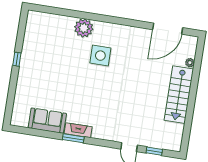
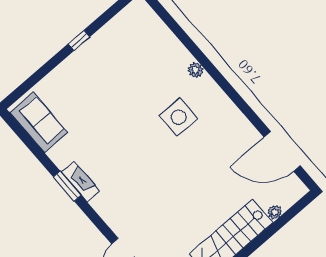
plant: (84, 28) -> (196, 70), width x0.53, depth x0.53
sofa: (47, 121) -> (39, 122), moved

